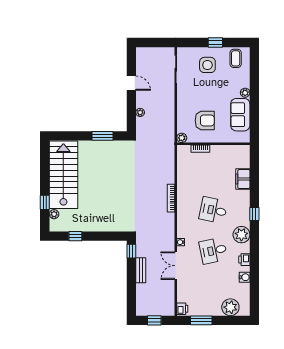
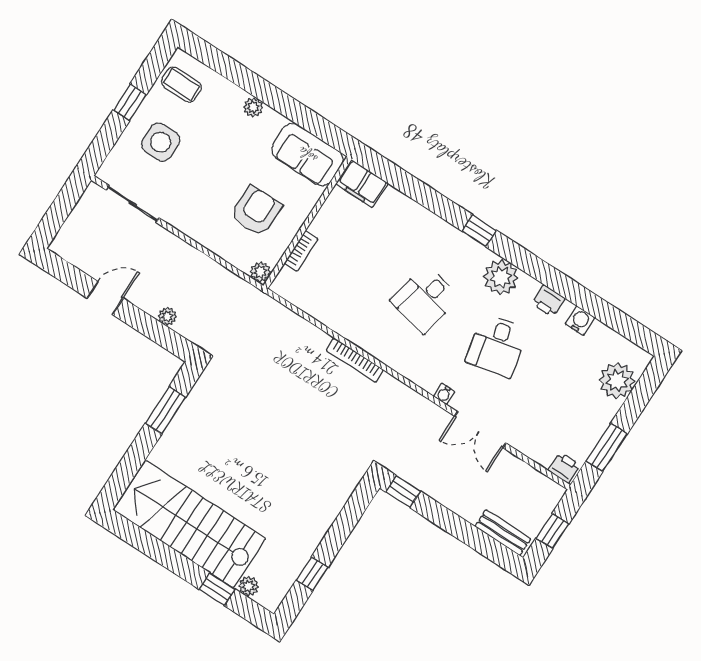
sofa: (240, 115) -> (307, 155), moved
filing cabinet: (243, 179) -> (362, 184), moved
bench: (141, 270) -> (503, 533), moved

